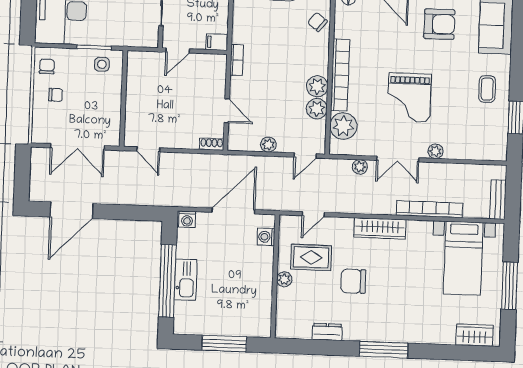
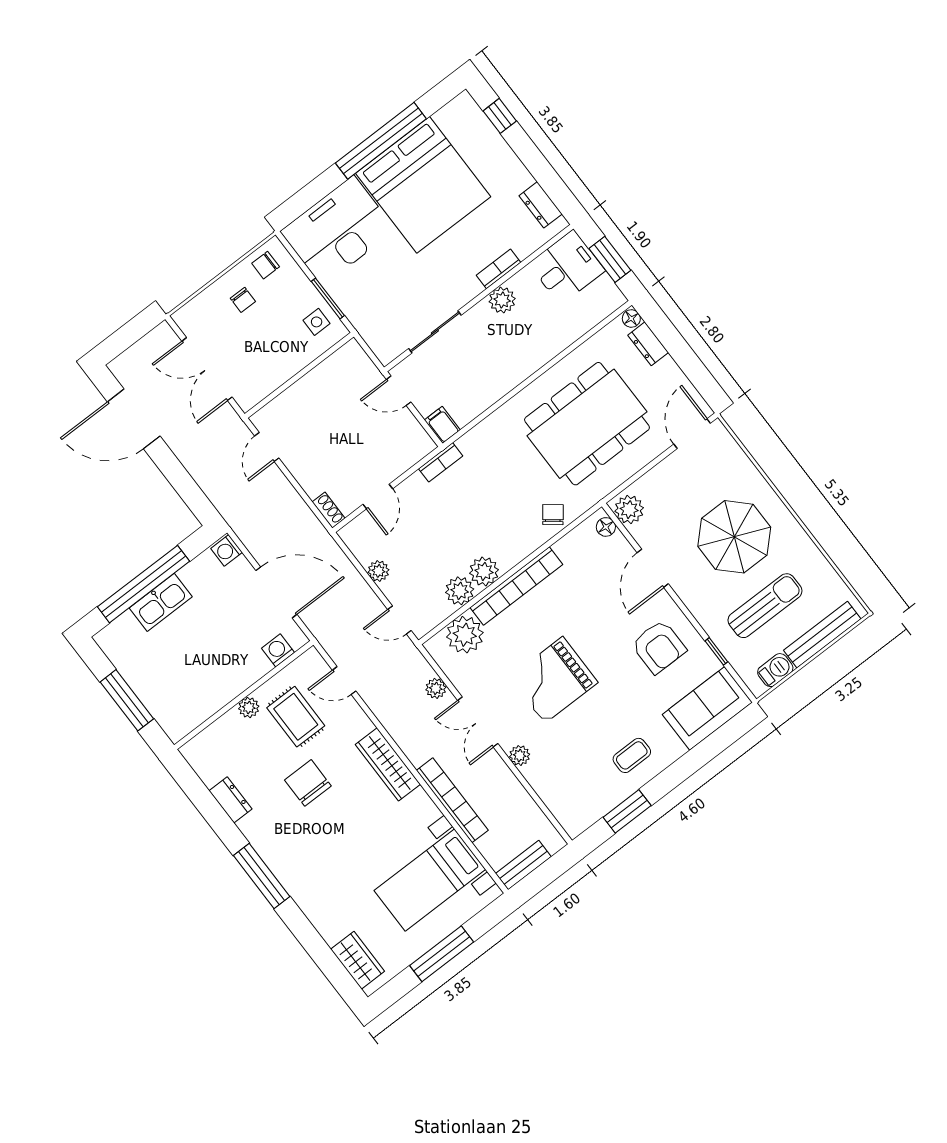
chair: (47, 66) -> (266, 265), turned 180

